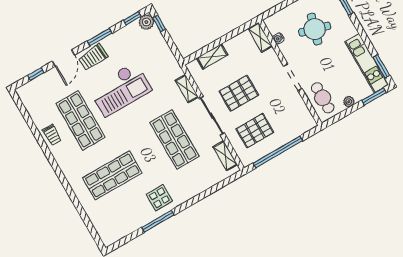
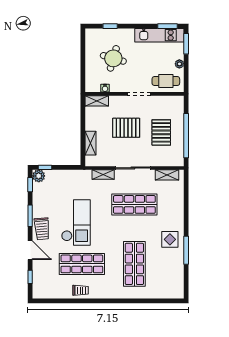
pallet: (239, 93) -> (126, 128), moved, turned 90
pallet: (255, 131) -> (161, 132), moved

